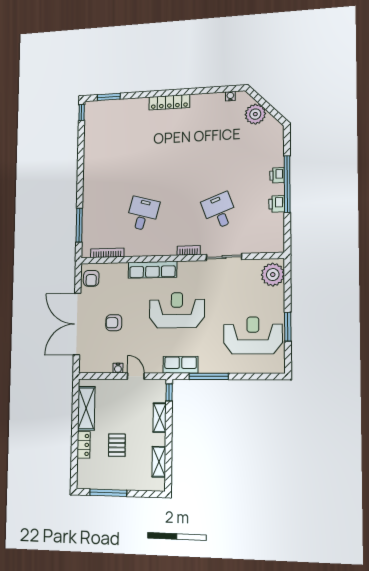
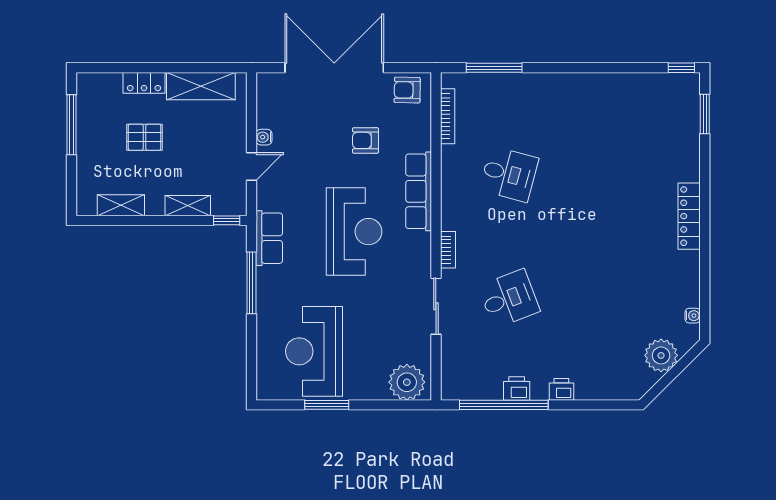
window: (287, 184) -> (504, 405), moved
armchair: (114, 323) -> (365, 140), moved, turned -90
reception desk: (253, 335) -> (314, 351), turned 180

